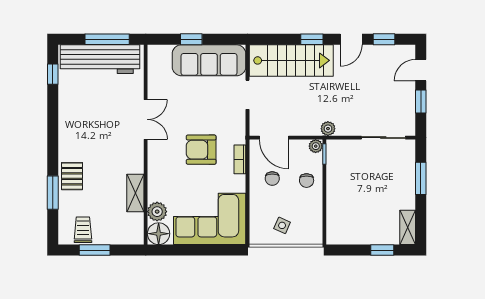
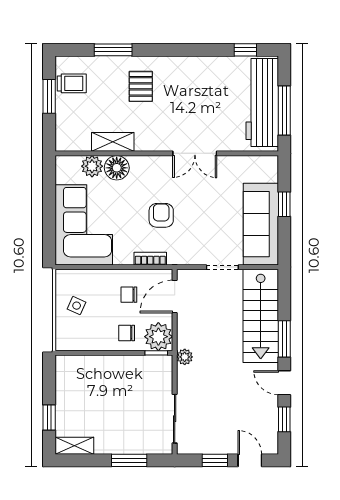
window: (312, 39) -> (284, 339), width x1.50
plant: (316, 146) -> (158, 337), width x1.88, depth x1.88
armchair: (201, 150) -> (161, 215), width x0.72, depth x0.72
pallet: (72, 176) -> (141, 86), moved, turned 90
floor lamp: (159, 234) -> (117, 168), moved

